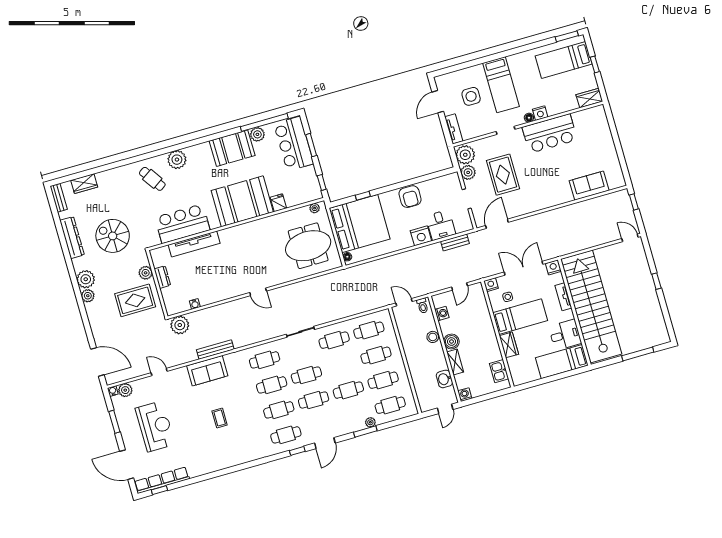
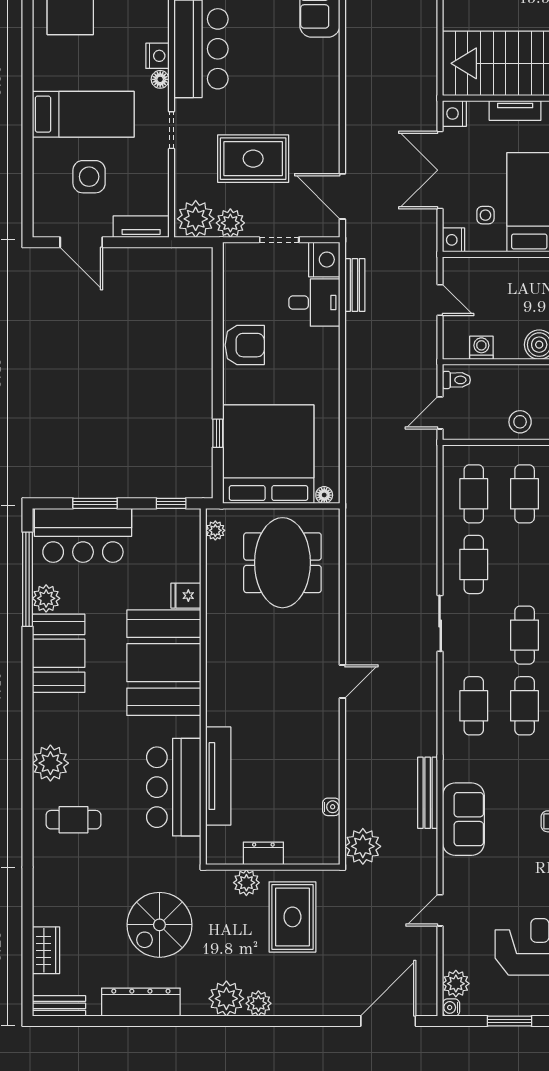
cafe table: (152, 179) -> (73, 820), turned 34
nightstand: (421, 236) -> (324, 260), moved
stool: (433, 337) -> (520, 422), moved

